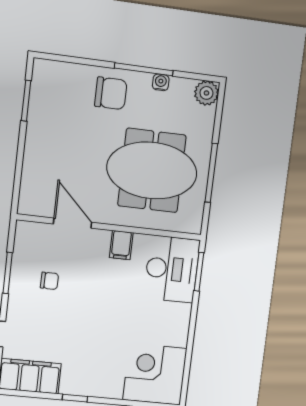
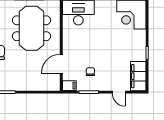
filing cabinet: (121, 245) -> (69, 86), moved

